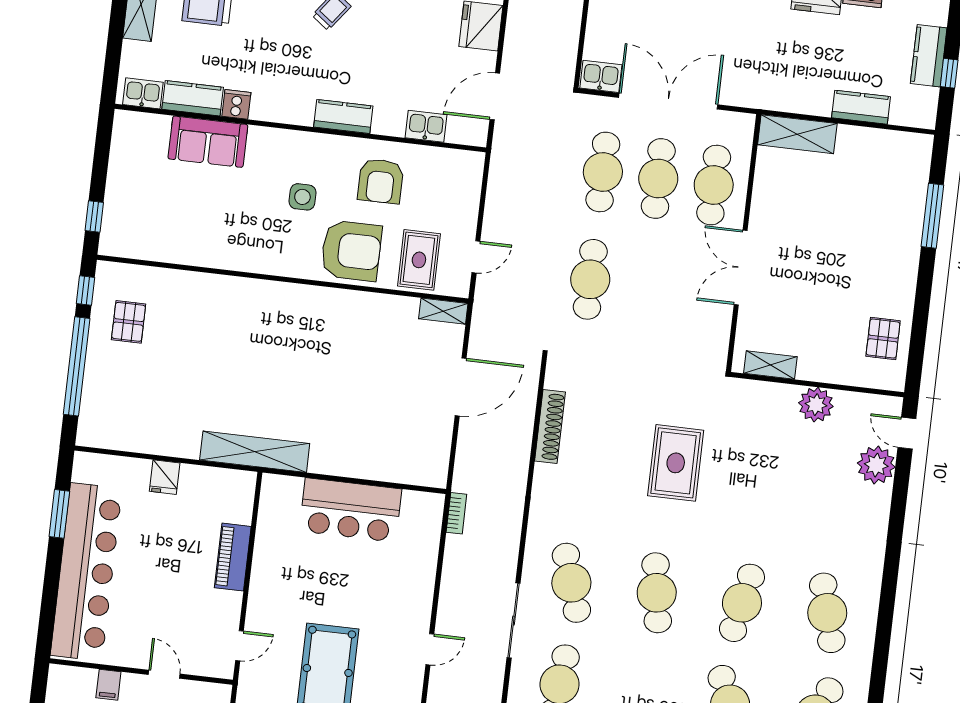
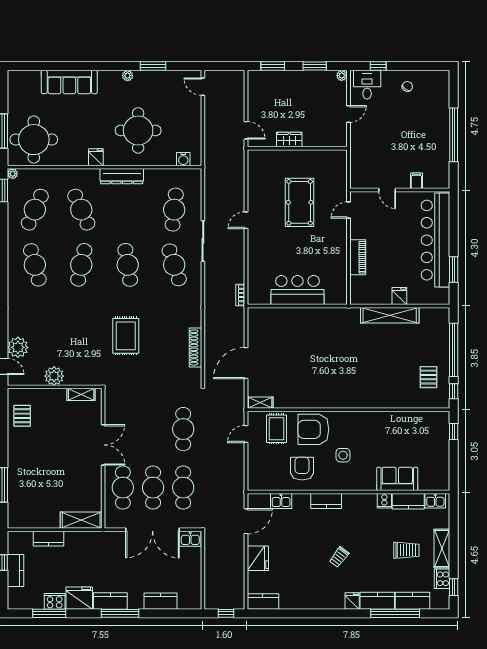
shelving: (255, 452) -> (390, 315), moved

